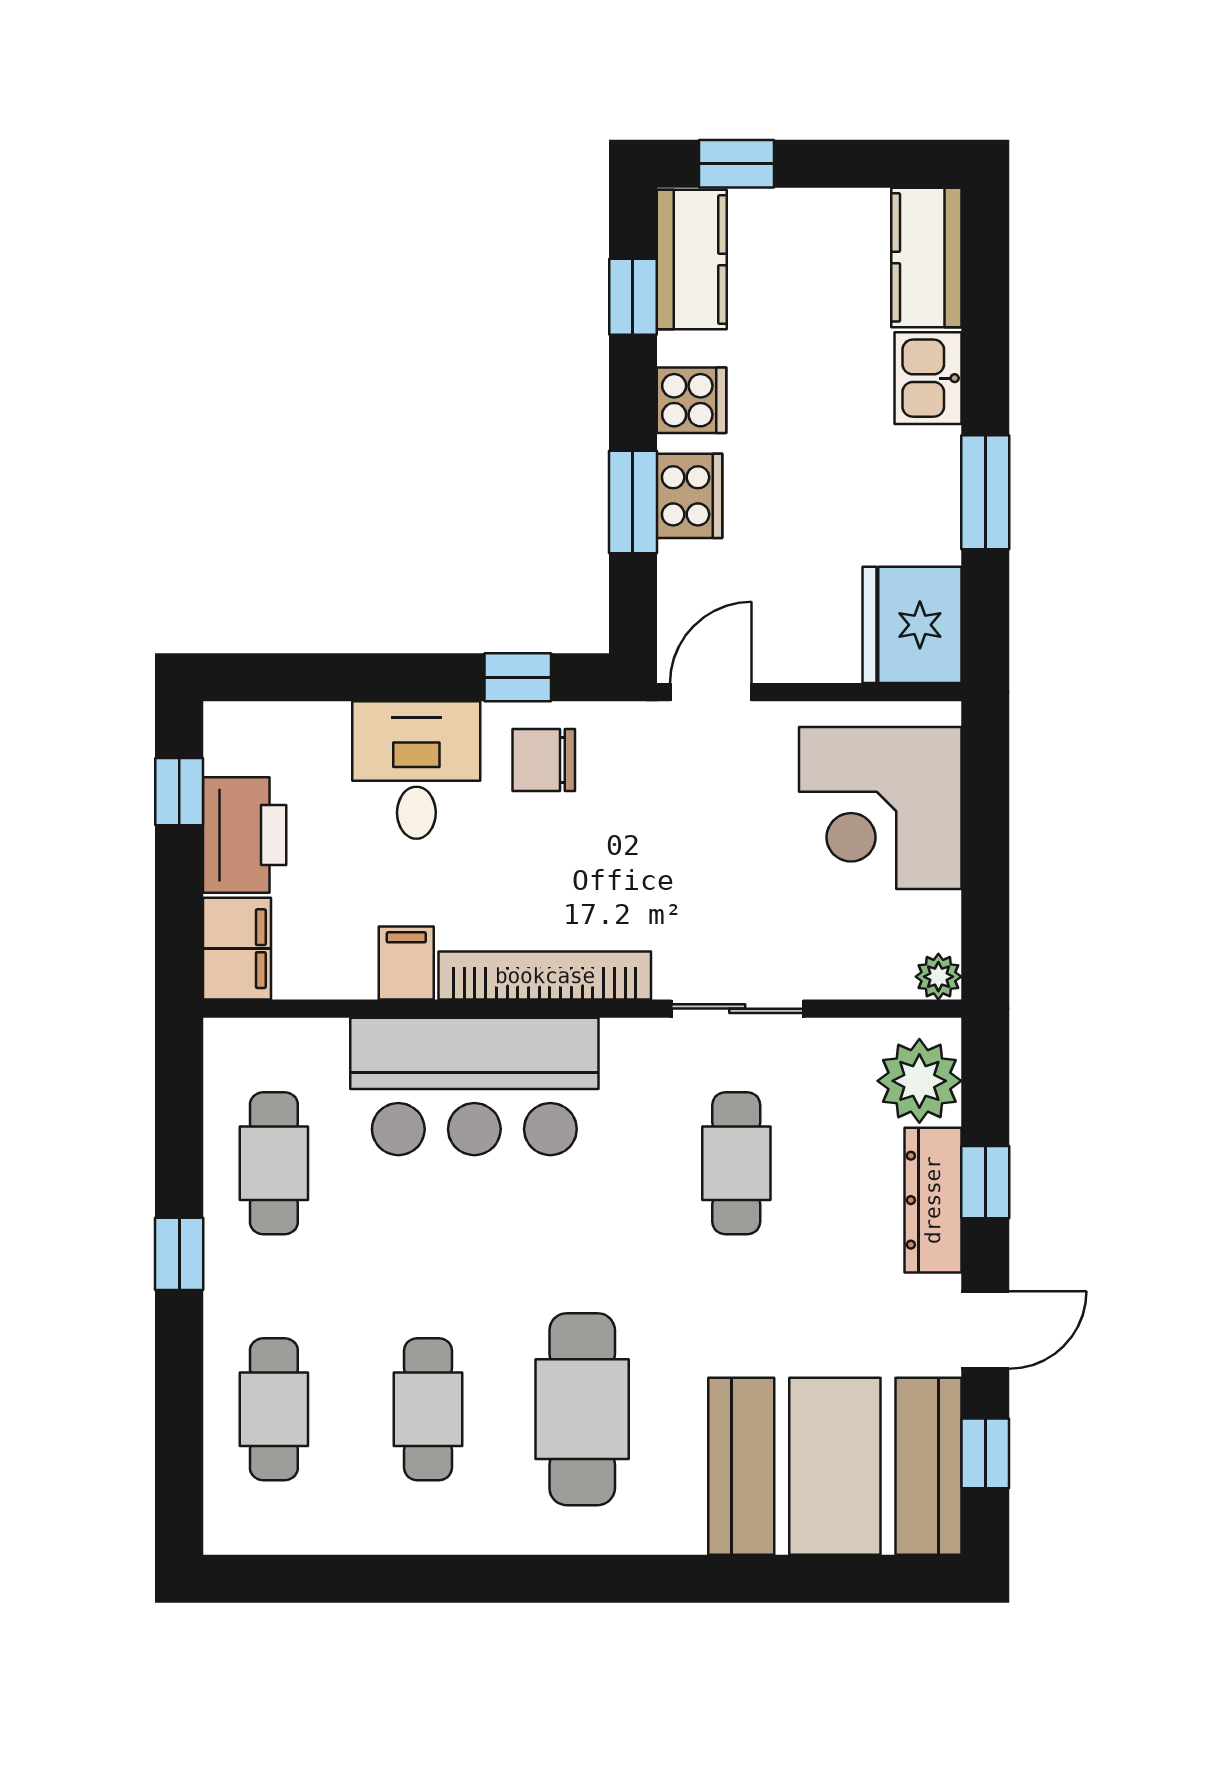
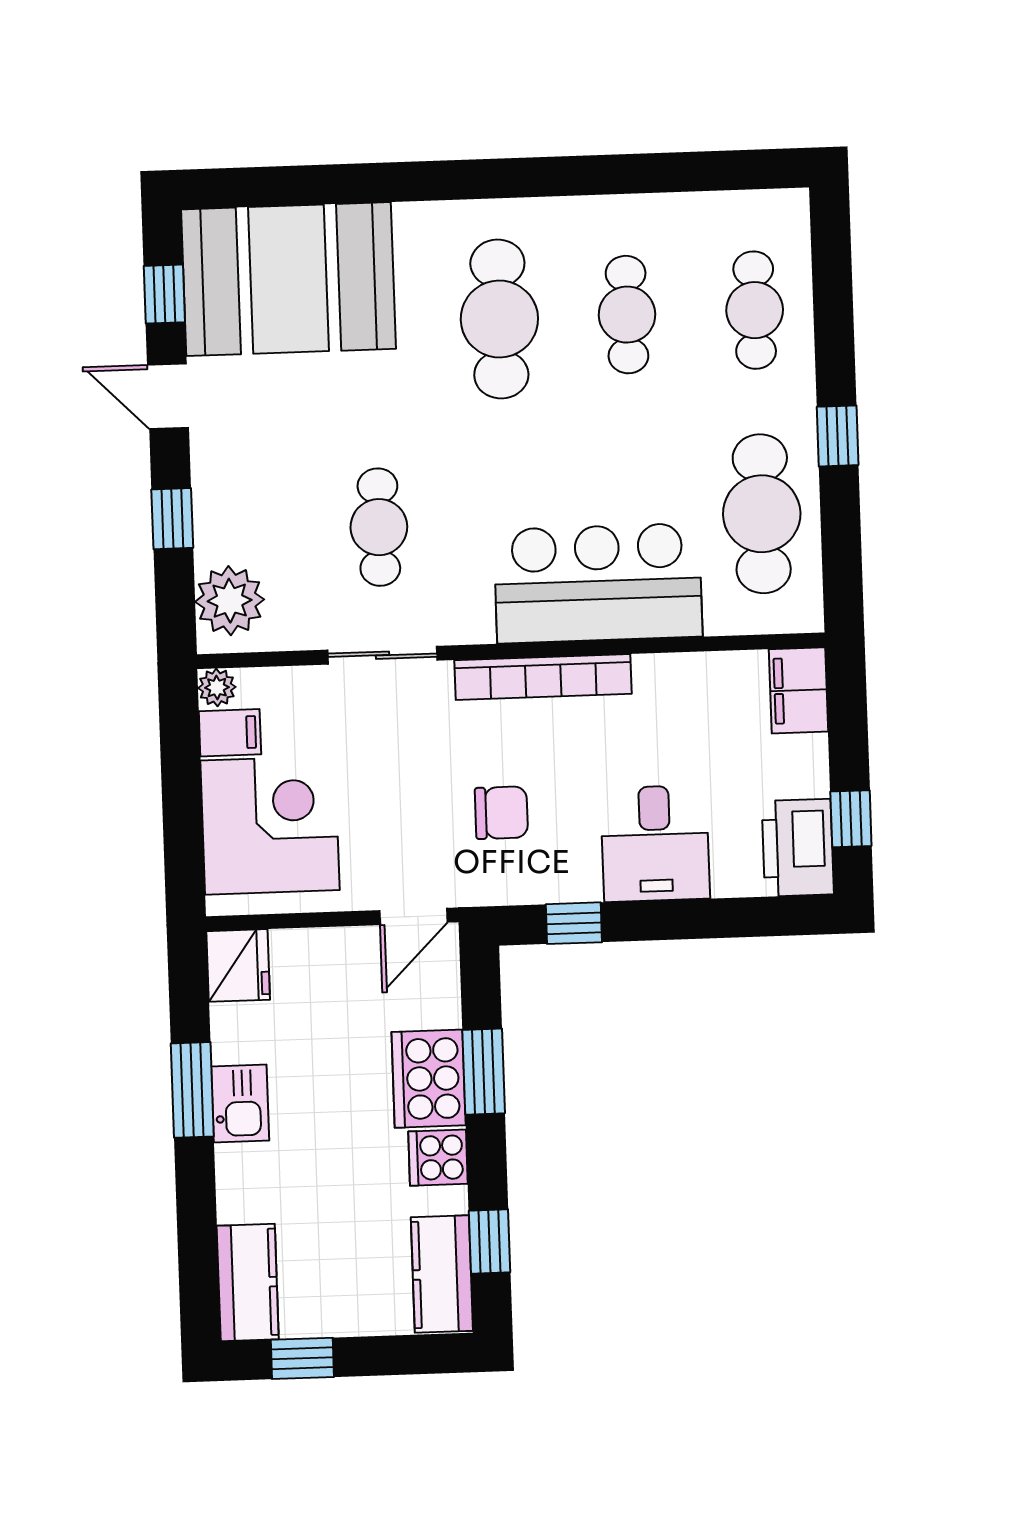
window: (737, 164) -> (302, 1358), moved
kitchen sink: (928, 378) -> (240, 1104), moved
cooker: (689, 496) -> (429, 1079), width x1.37, depth x1.31
fridge: (912, 625) -> (238, 965), width x0.73, depth x0.75
chair: (544, 760) -> (501, 813), moved
printer: (245, 835) -> (798, 848), moved
filing cabinet: (406, 963) -> (230, 733), moved, turned -90
cafe table: (274, 1163) -> (762, 514), width x1.37, depth x1.35
dresser: (933, 1200) -> (215, 502), removed
door: (985, 1330) -> (168, 396), hinge flipped

